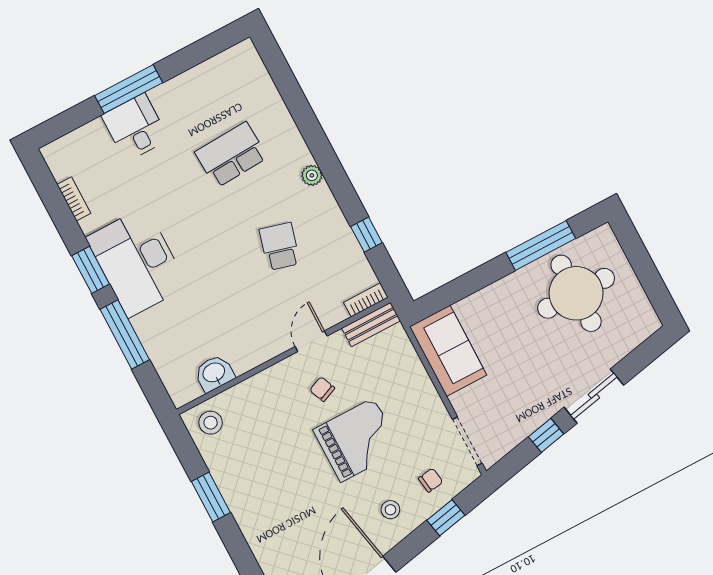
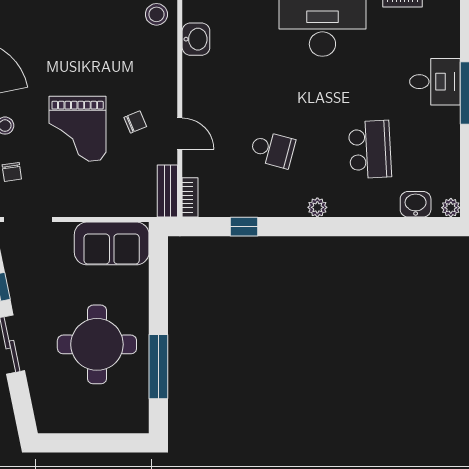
plant: (246, 50) -> (451, 208), added
washbasin: (260, 85) -> (416, 204), added
round table: (576, 293) -> (97, 344), moved

